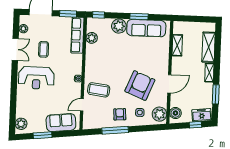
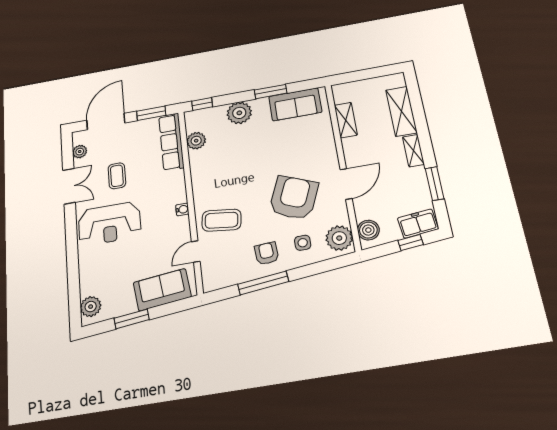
sofa: (146, 28) -> (295, 104), width x0.73

